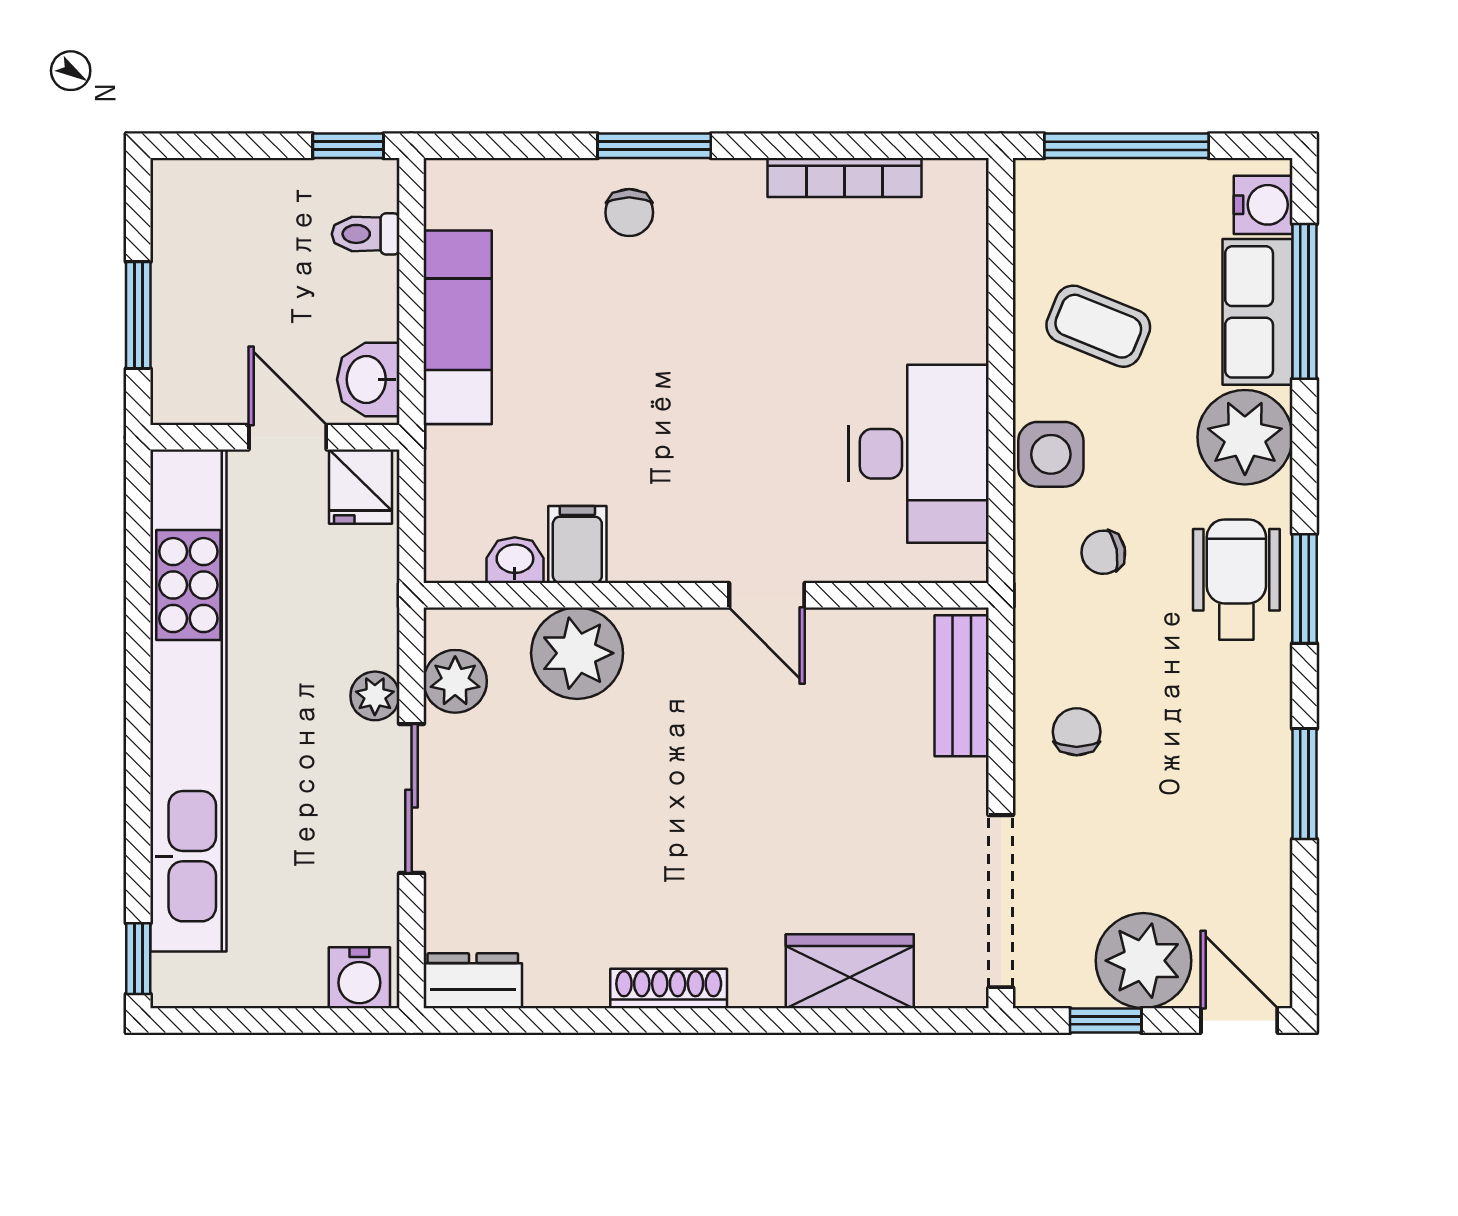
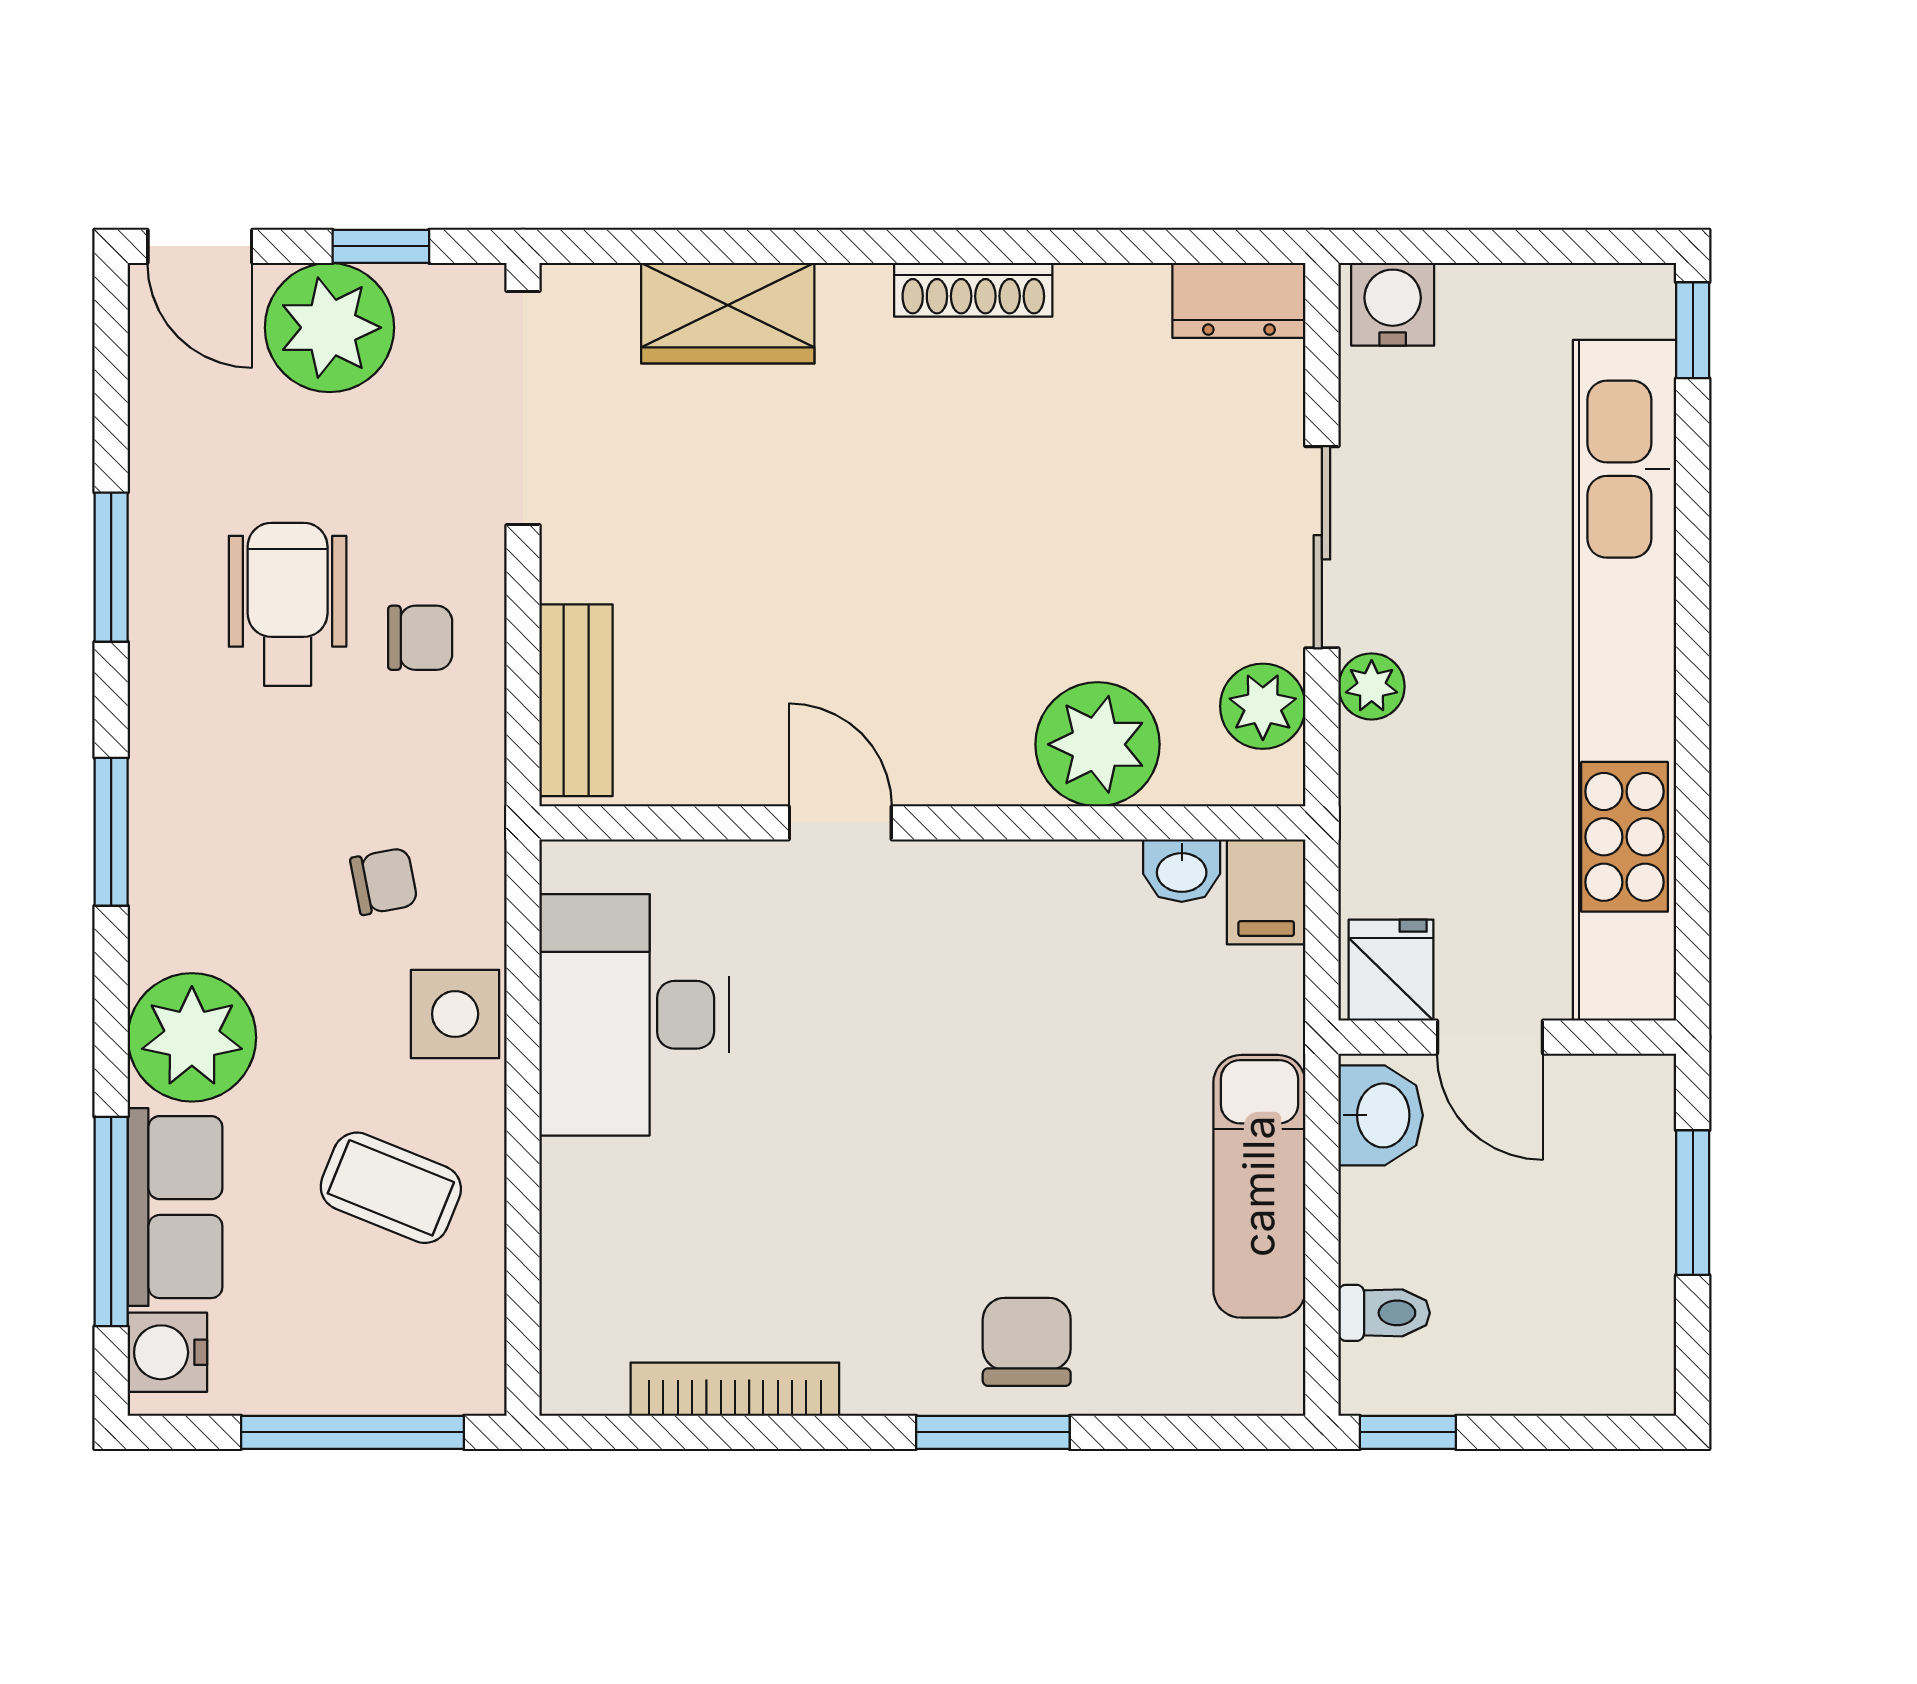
chair: (629, 212) -> (1027, 1342), width x1.37, depth x1.37
filing cabinet: (577, 544) -> (1266, 892), moved
wheelchair: (1236, 579) -> (288, 604), moved, turned 180
chair: (1077, 732) -> (420, 638), turned -90

